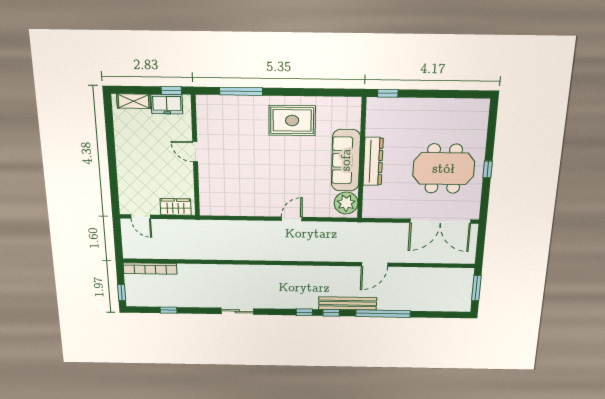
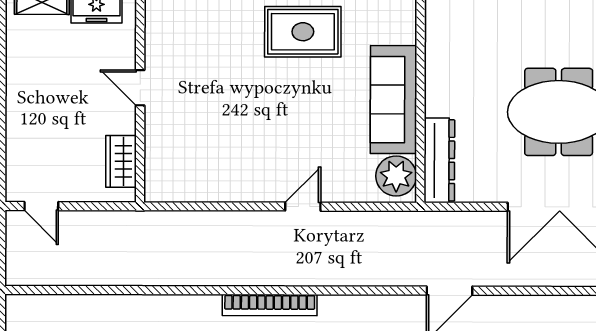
dresser: (373, 161) -> (439, 160), moved
wardrobe: (176, 207) -> (121, 161), moved, turned -90
bookcase: (150, 269) -> (270, 305), moved

